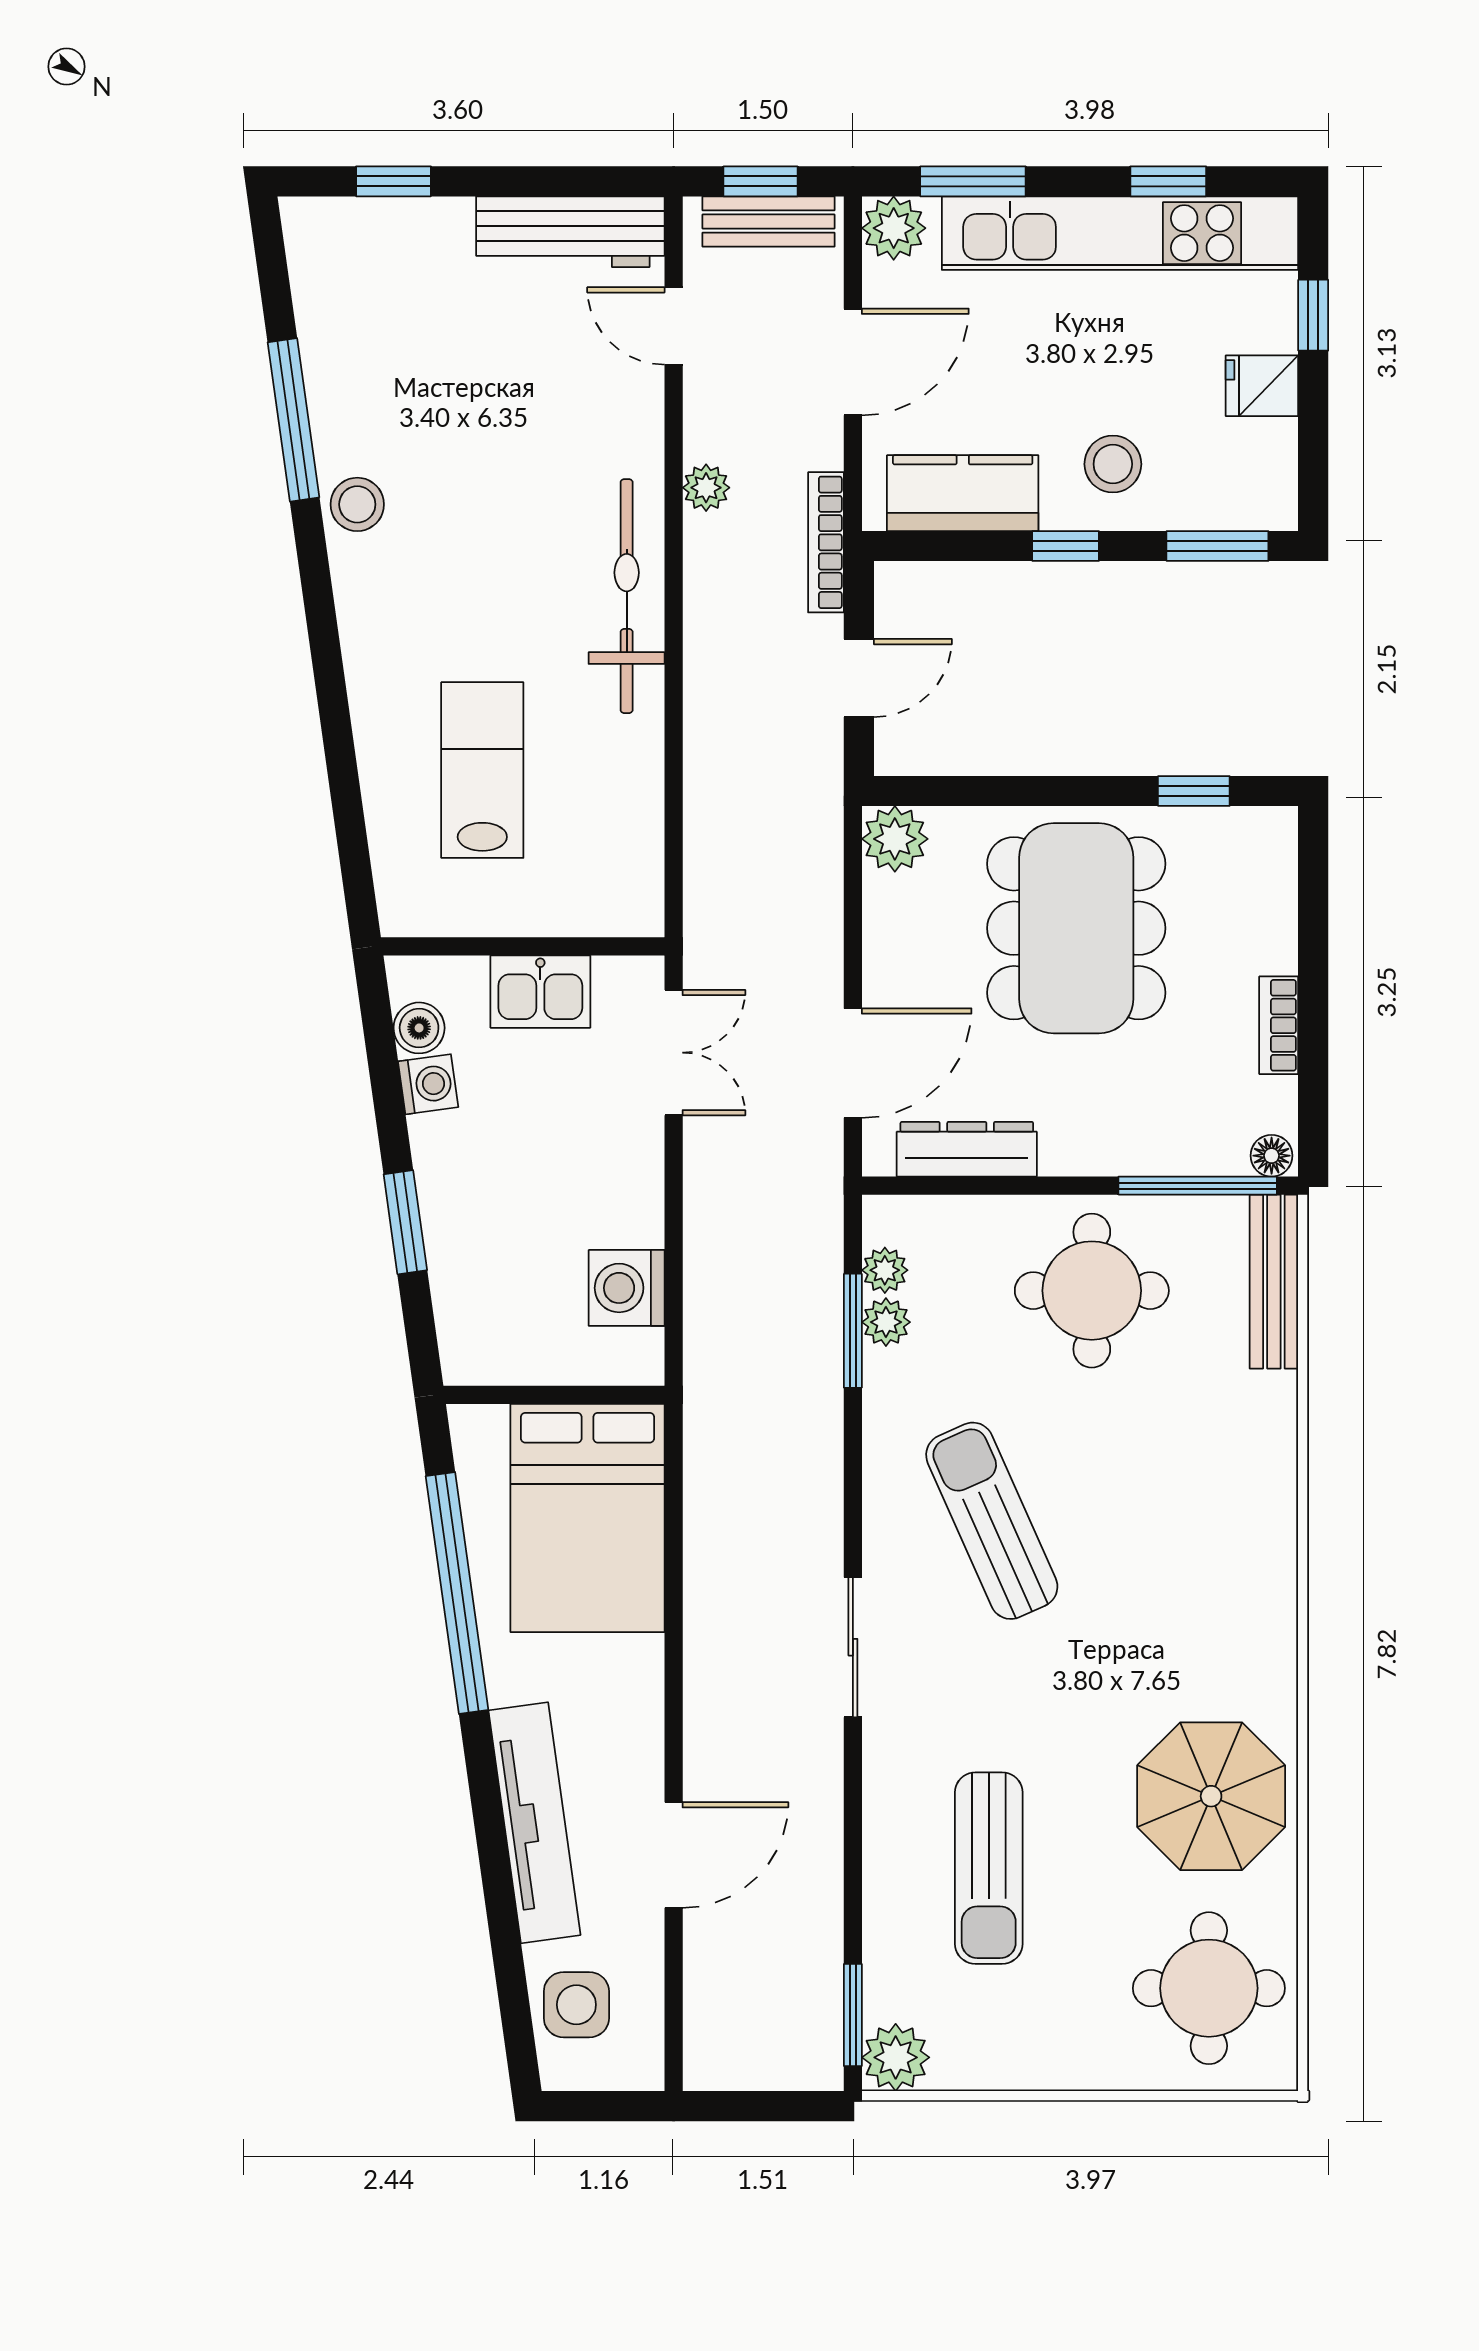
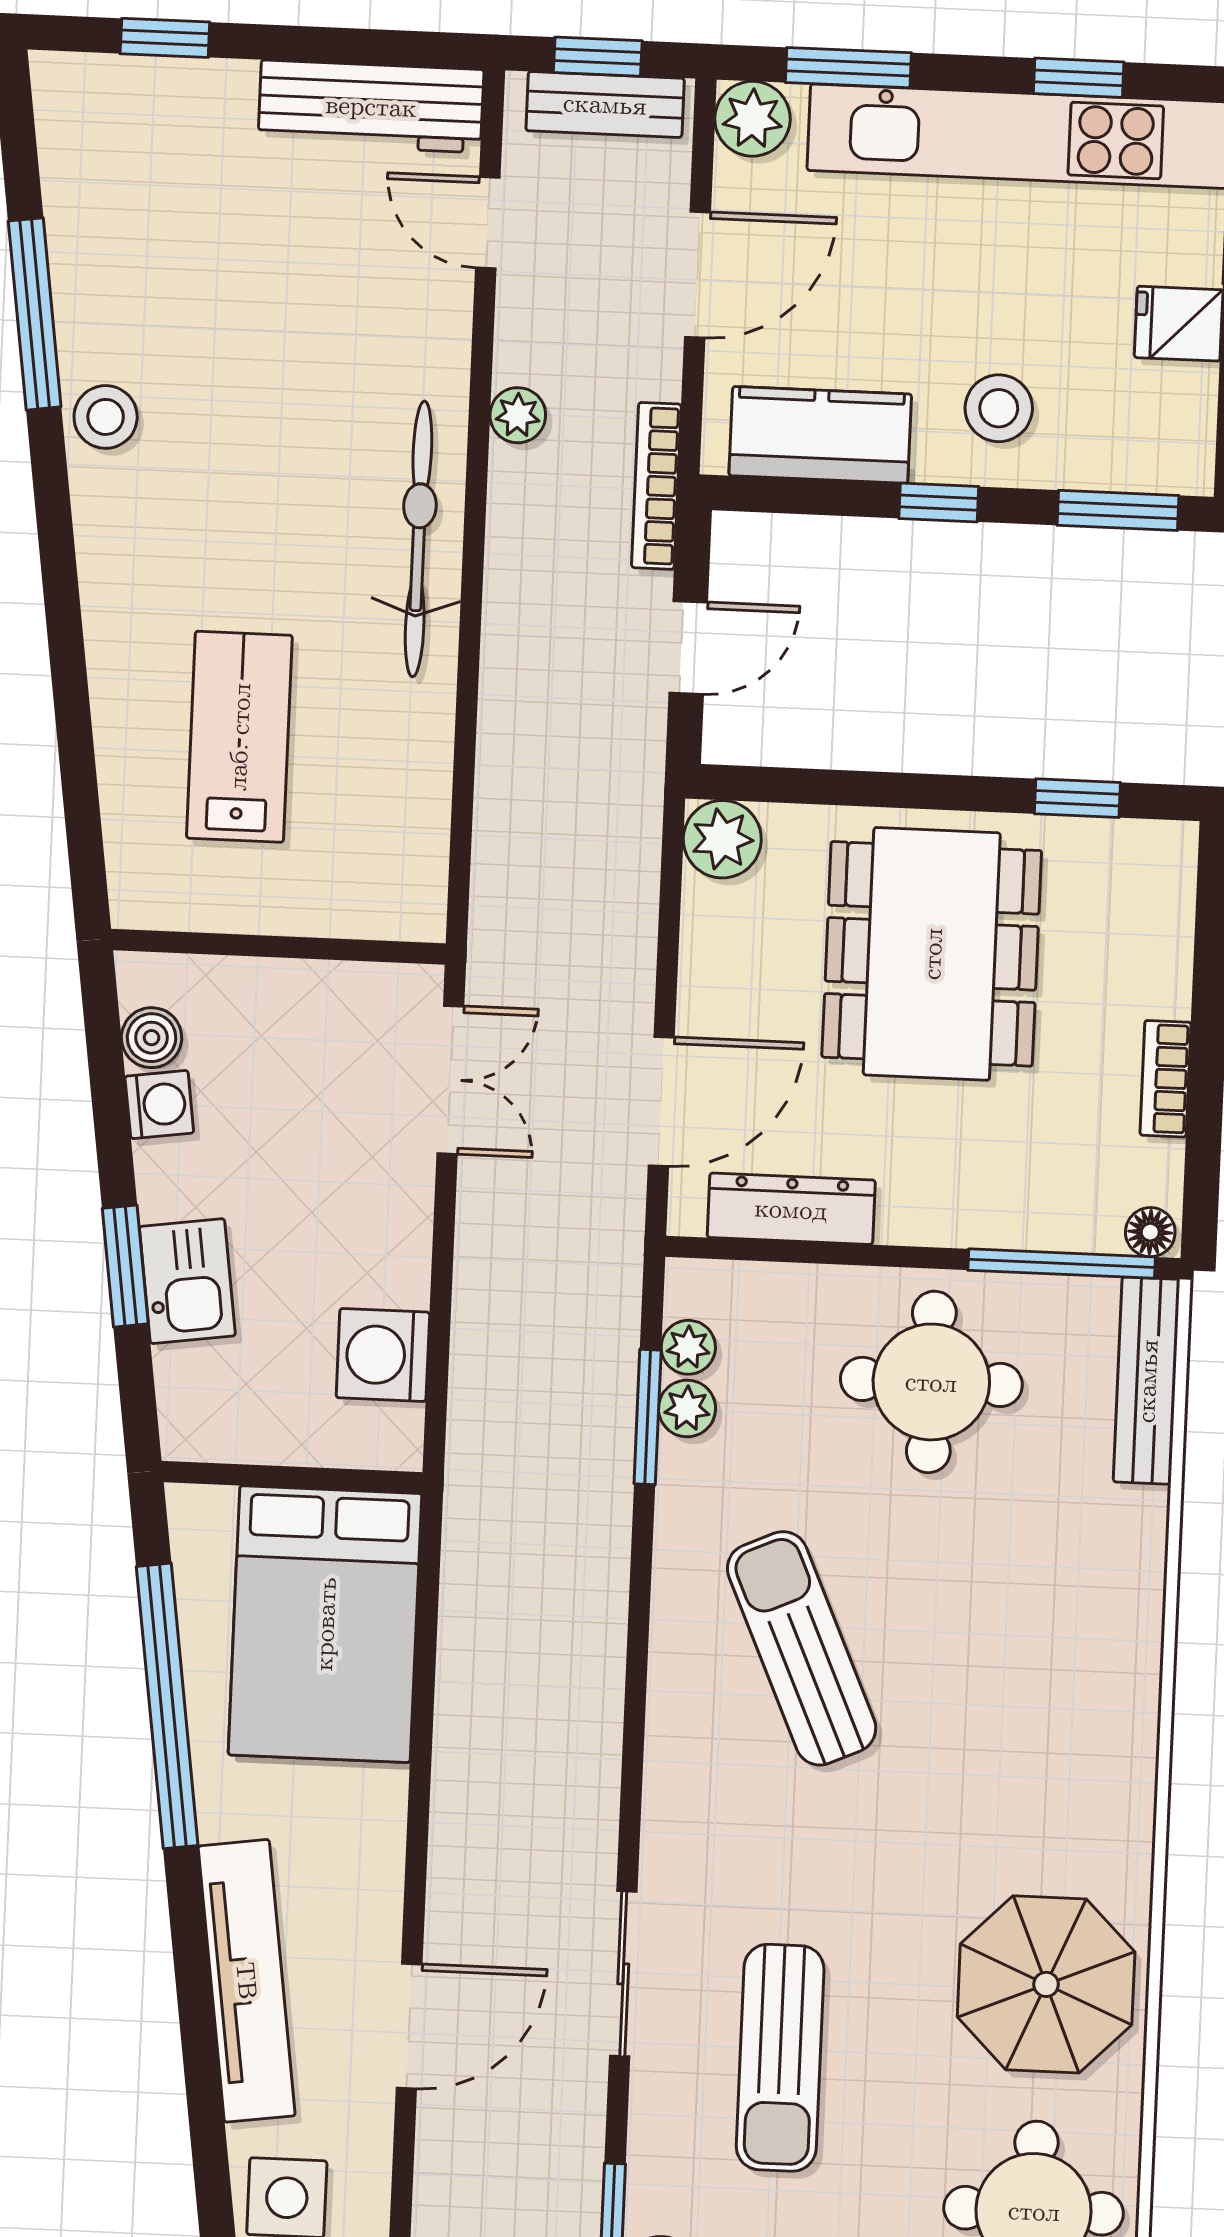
kitchen sink: (540, 992) -> (187, 1281), moved, turned -98
sliding door: (853, 1647) -> (623, 1974), moved

